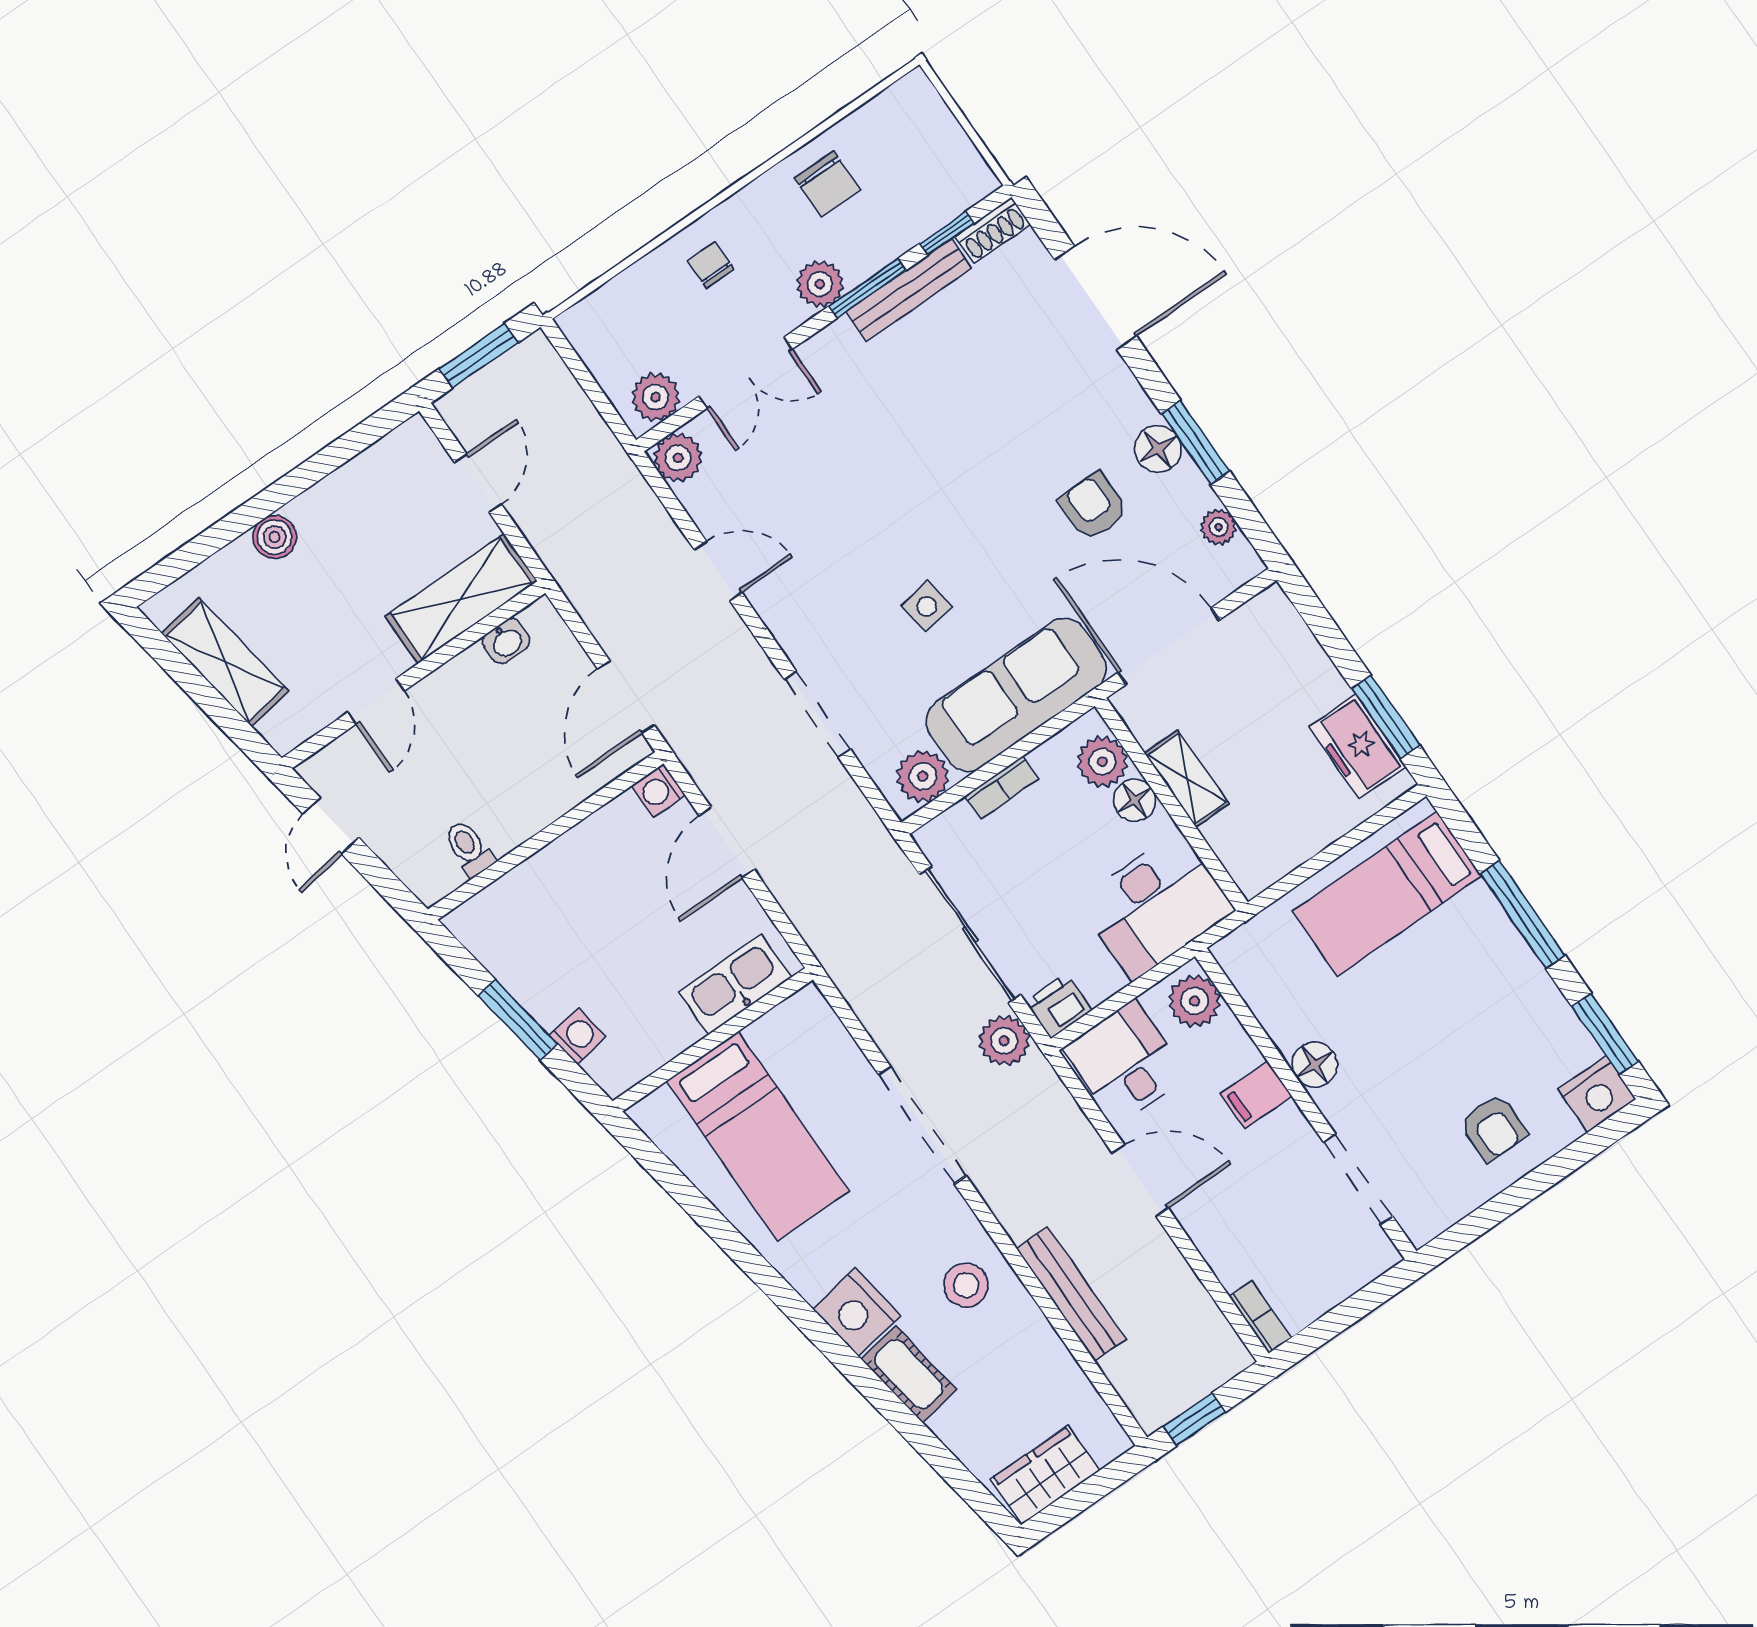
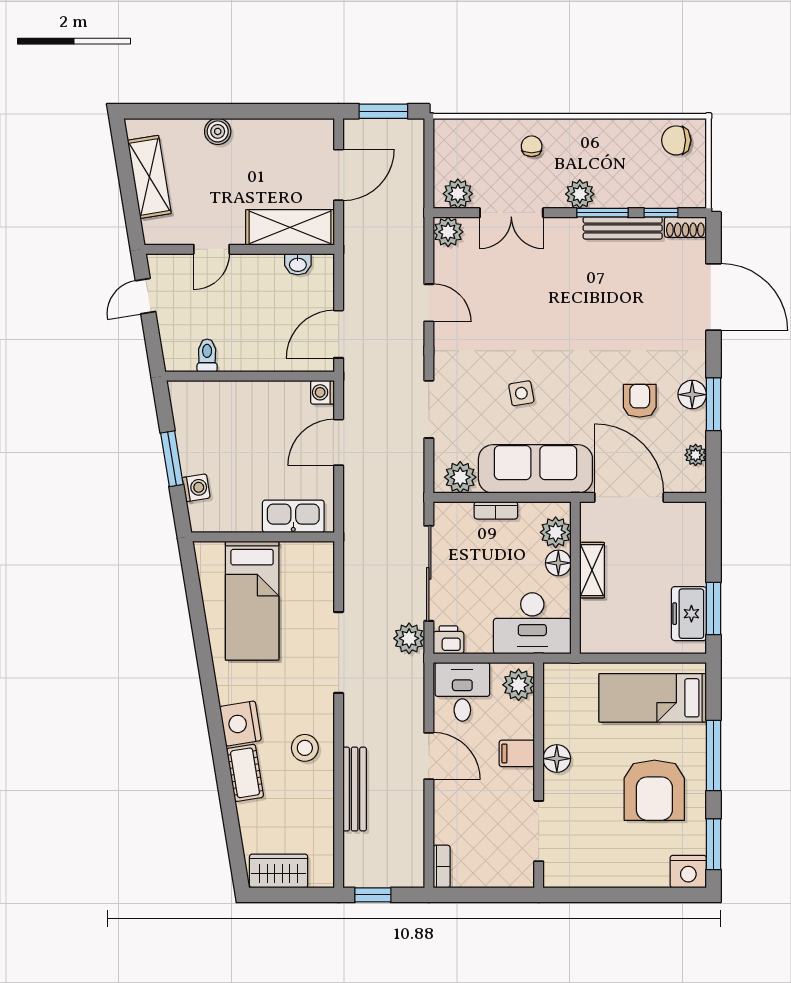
chair: (828, 184) -> (676, 140), moved, turned 90
door: (478, 483) -> (339, 175), width x1.38
armchair: (1493, 1128) -> (654, 790), moved, width x1.88, depth x1.88

